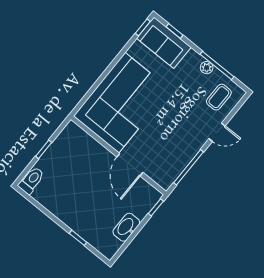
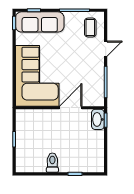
sofa: (164, 43) -> (40, 22), width x1.36
plant: (207, 68) -> (69, 16), removed
door: (130, 165) -> (71, 108), swing flipped
toilet: (31, 180) -> (52, 163), moved
washbasin: (126, 227) -> (98, 119), moved

